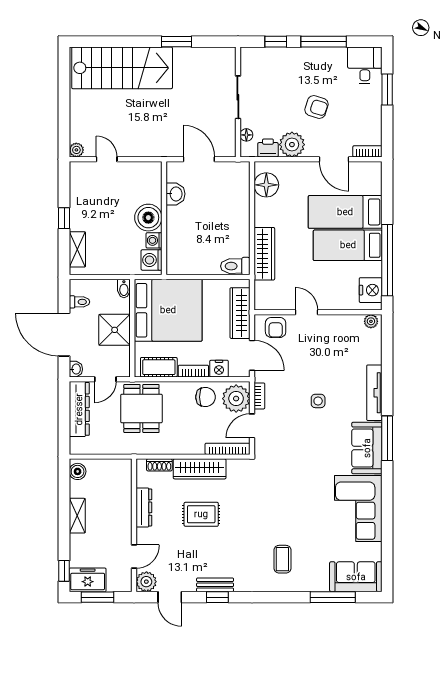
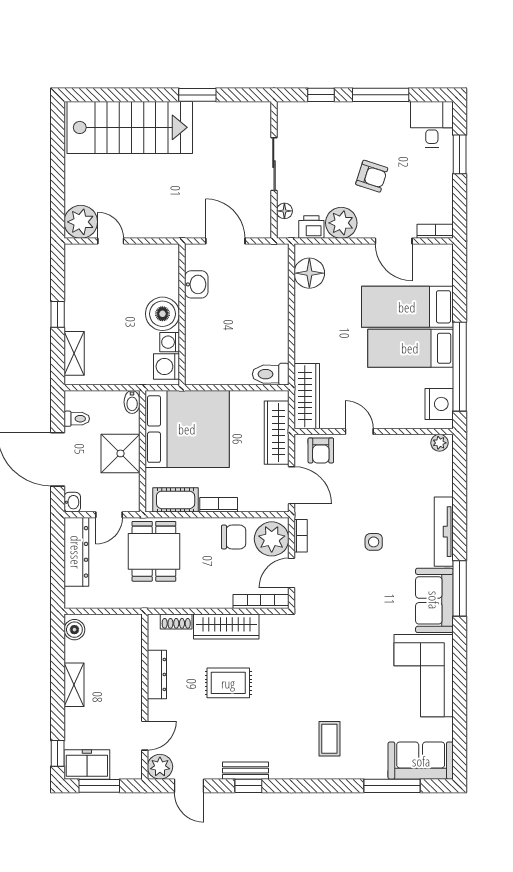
plant: (76, 150) -> (81, 222), width x1.87, depth x1.87
wardrobe: (264, 254) -> (307, 396), moved
nightstand: (219, 369) -> (250, 502), removed

